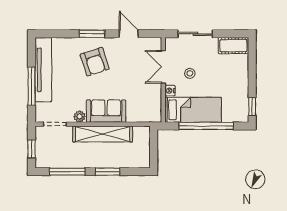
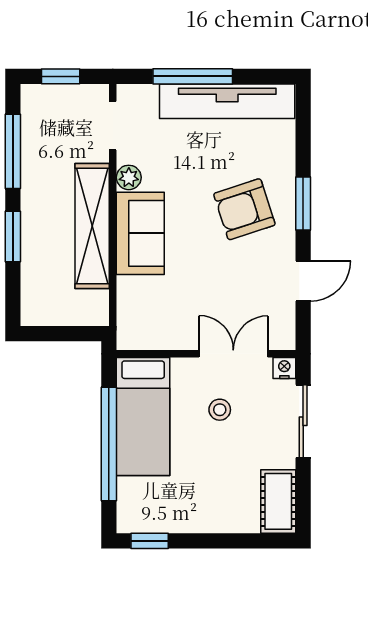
nightstand: (170, 91) -> (284, 368), moved

